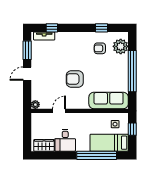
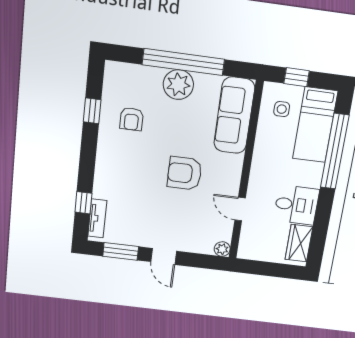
plant: (121, 46) -> (178, 85), moved
armchair: (75, 79) -> (185, 173), turned 90

